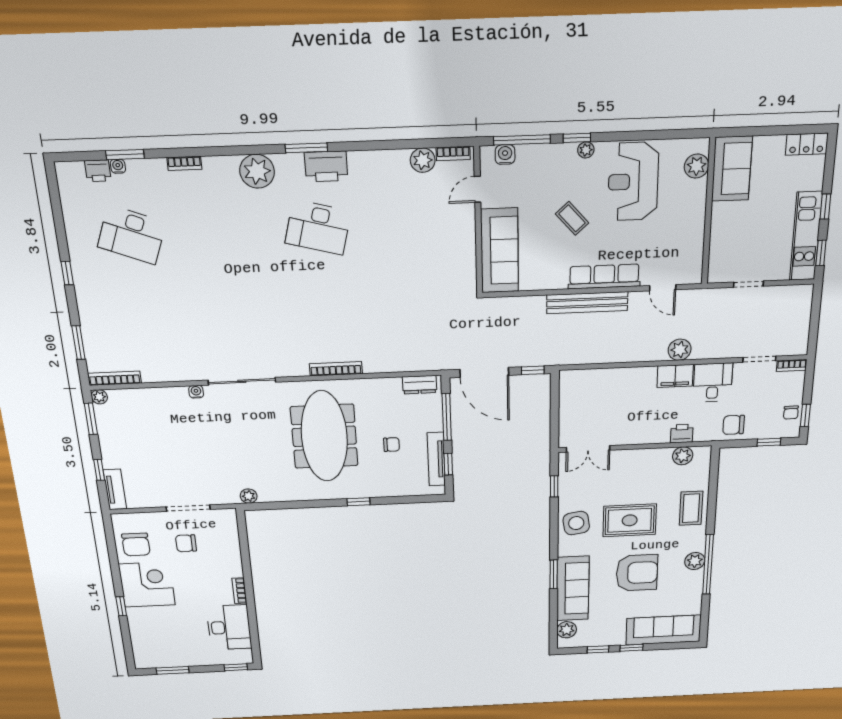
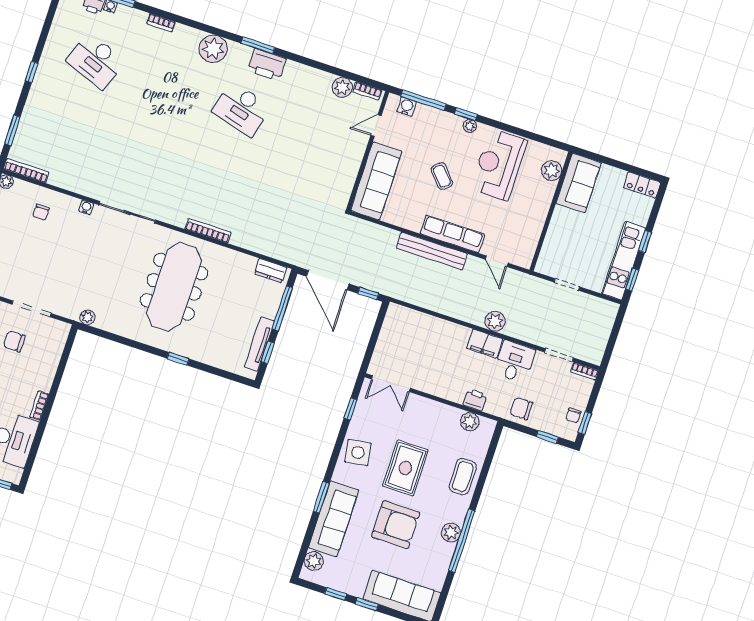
chair: (391, 445) -> (41, 212), moved, turned 90
rug: (630, 520) -> (405, 468), turned 90

